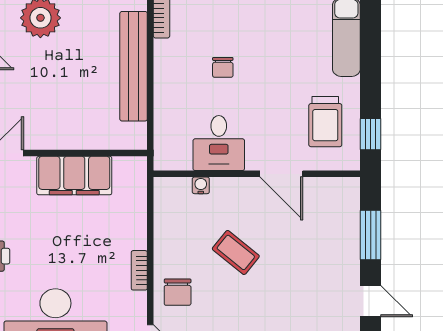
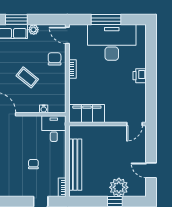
desk: (219, 143) -> (54, 129), moved
filing cabinet: (74, 176) -> (87, 113), moved

